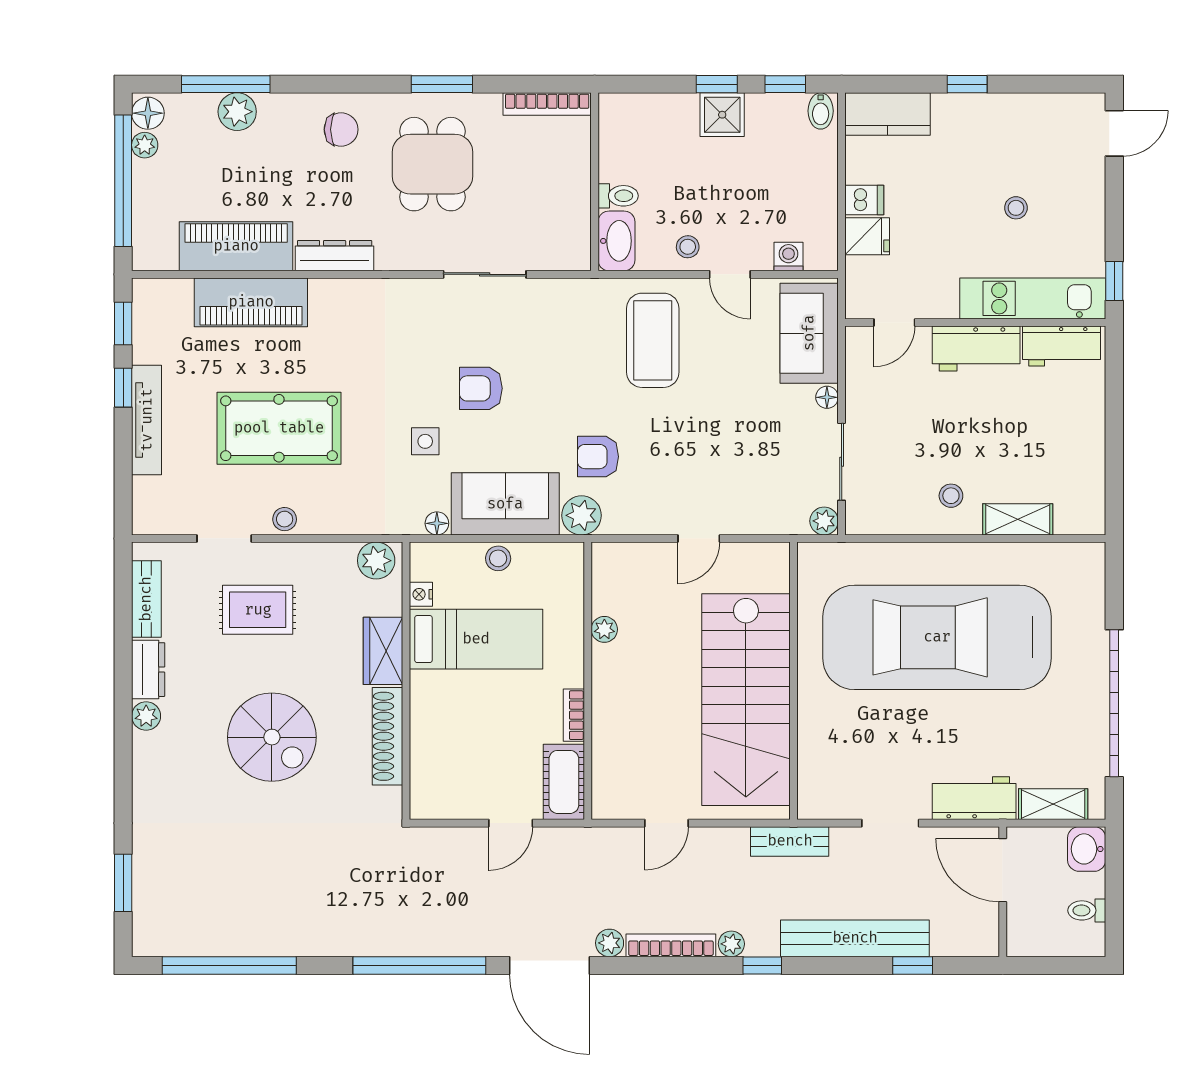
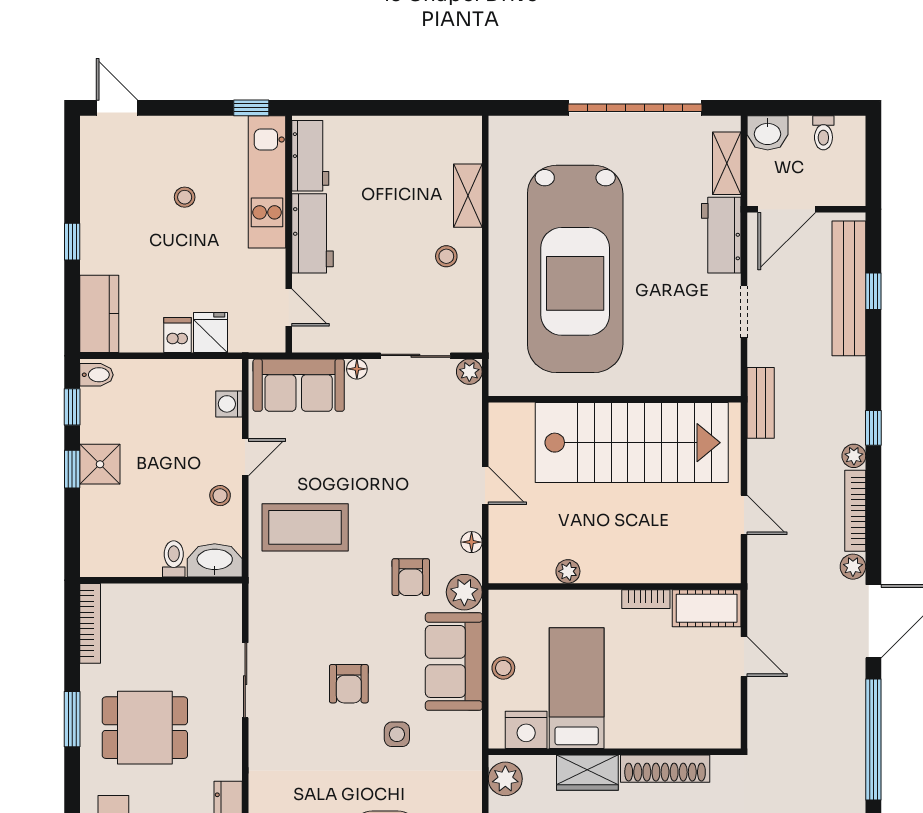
floor lamp: (437, 523) -> (472, 542), moved
nightstand: (421, 594) -> (526, 730), width x1.89, depth x1.79
bench: (855, 938) -> (849, 288), moved

